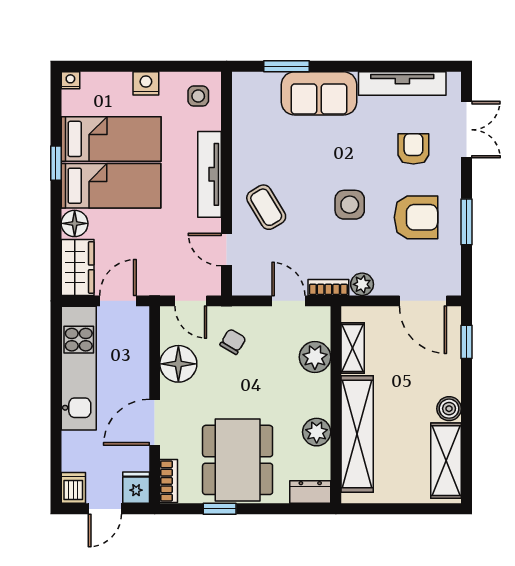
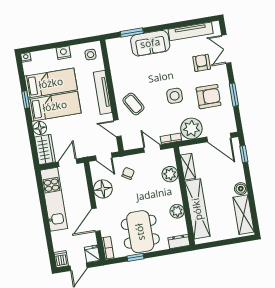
double door: (466, 130) -> (226, 49), swing flipped
plant: (362, 284) -> (191, 129), width x1.88, depth x1.88

